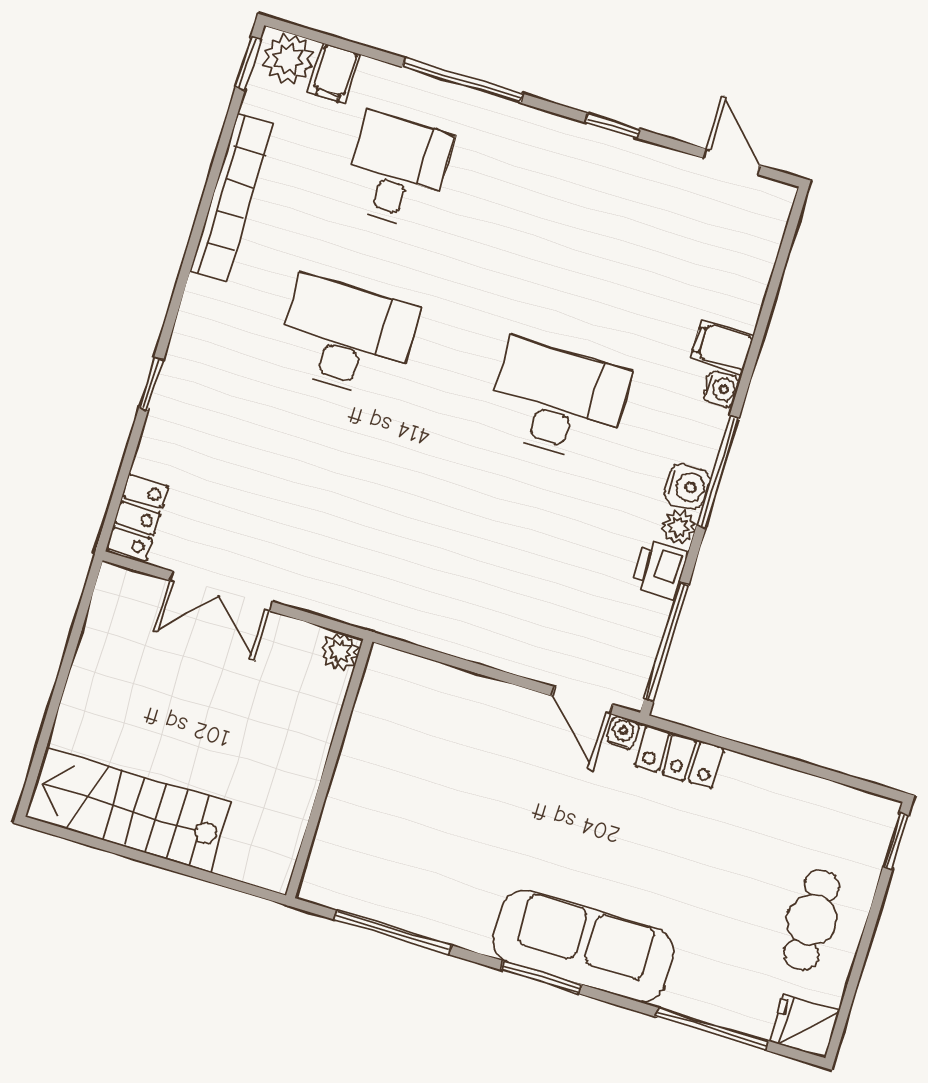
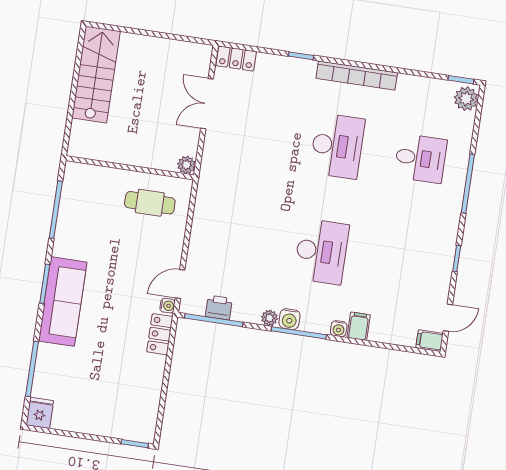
filing cabinet: (334, 73) -> (430, 341), moved
bookcase: (232, 197) -> (357, 76), moved
printer: (660, 569) -> (219, 308), moved
cafe table: (812, 920) -> (150, 203), moved

